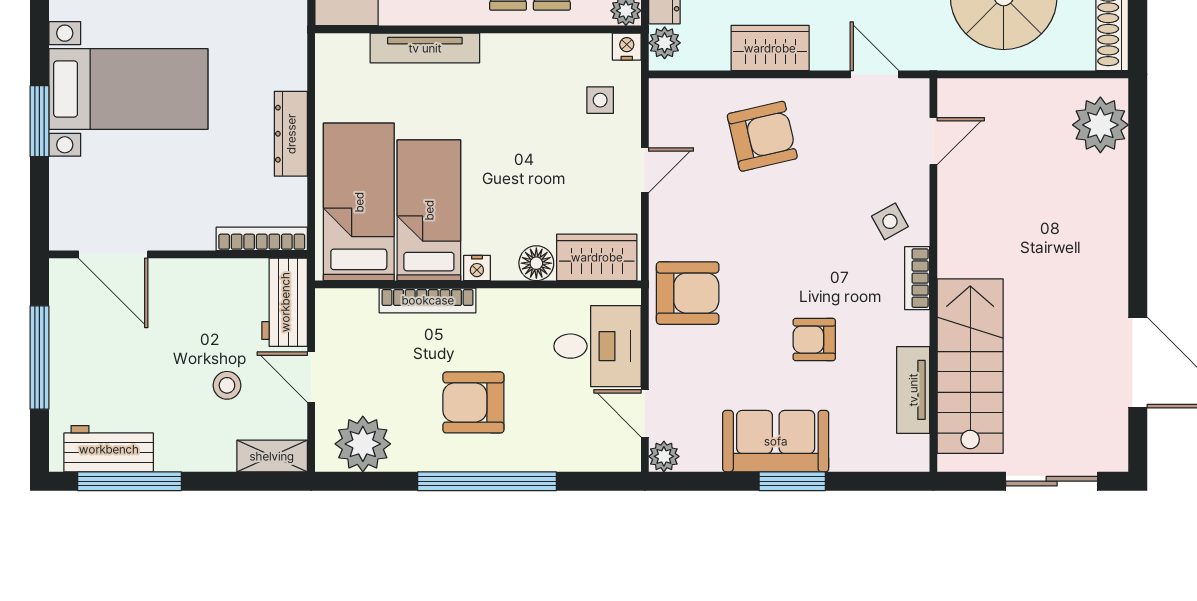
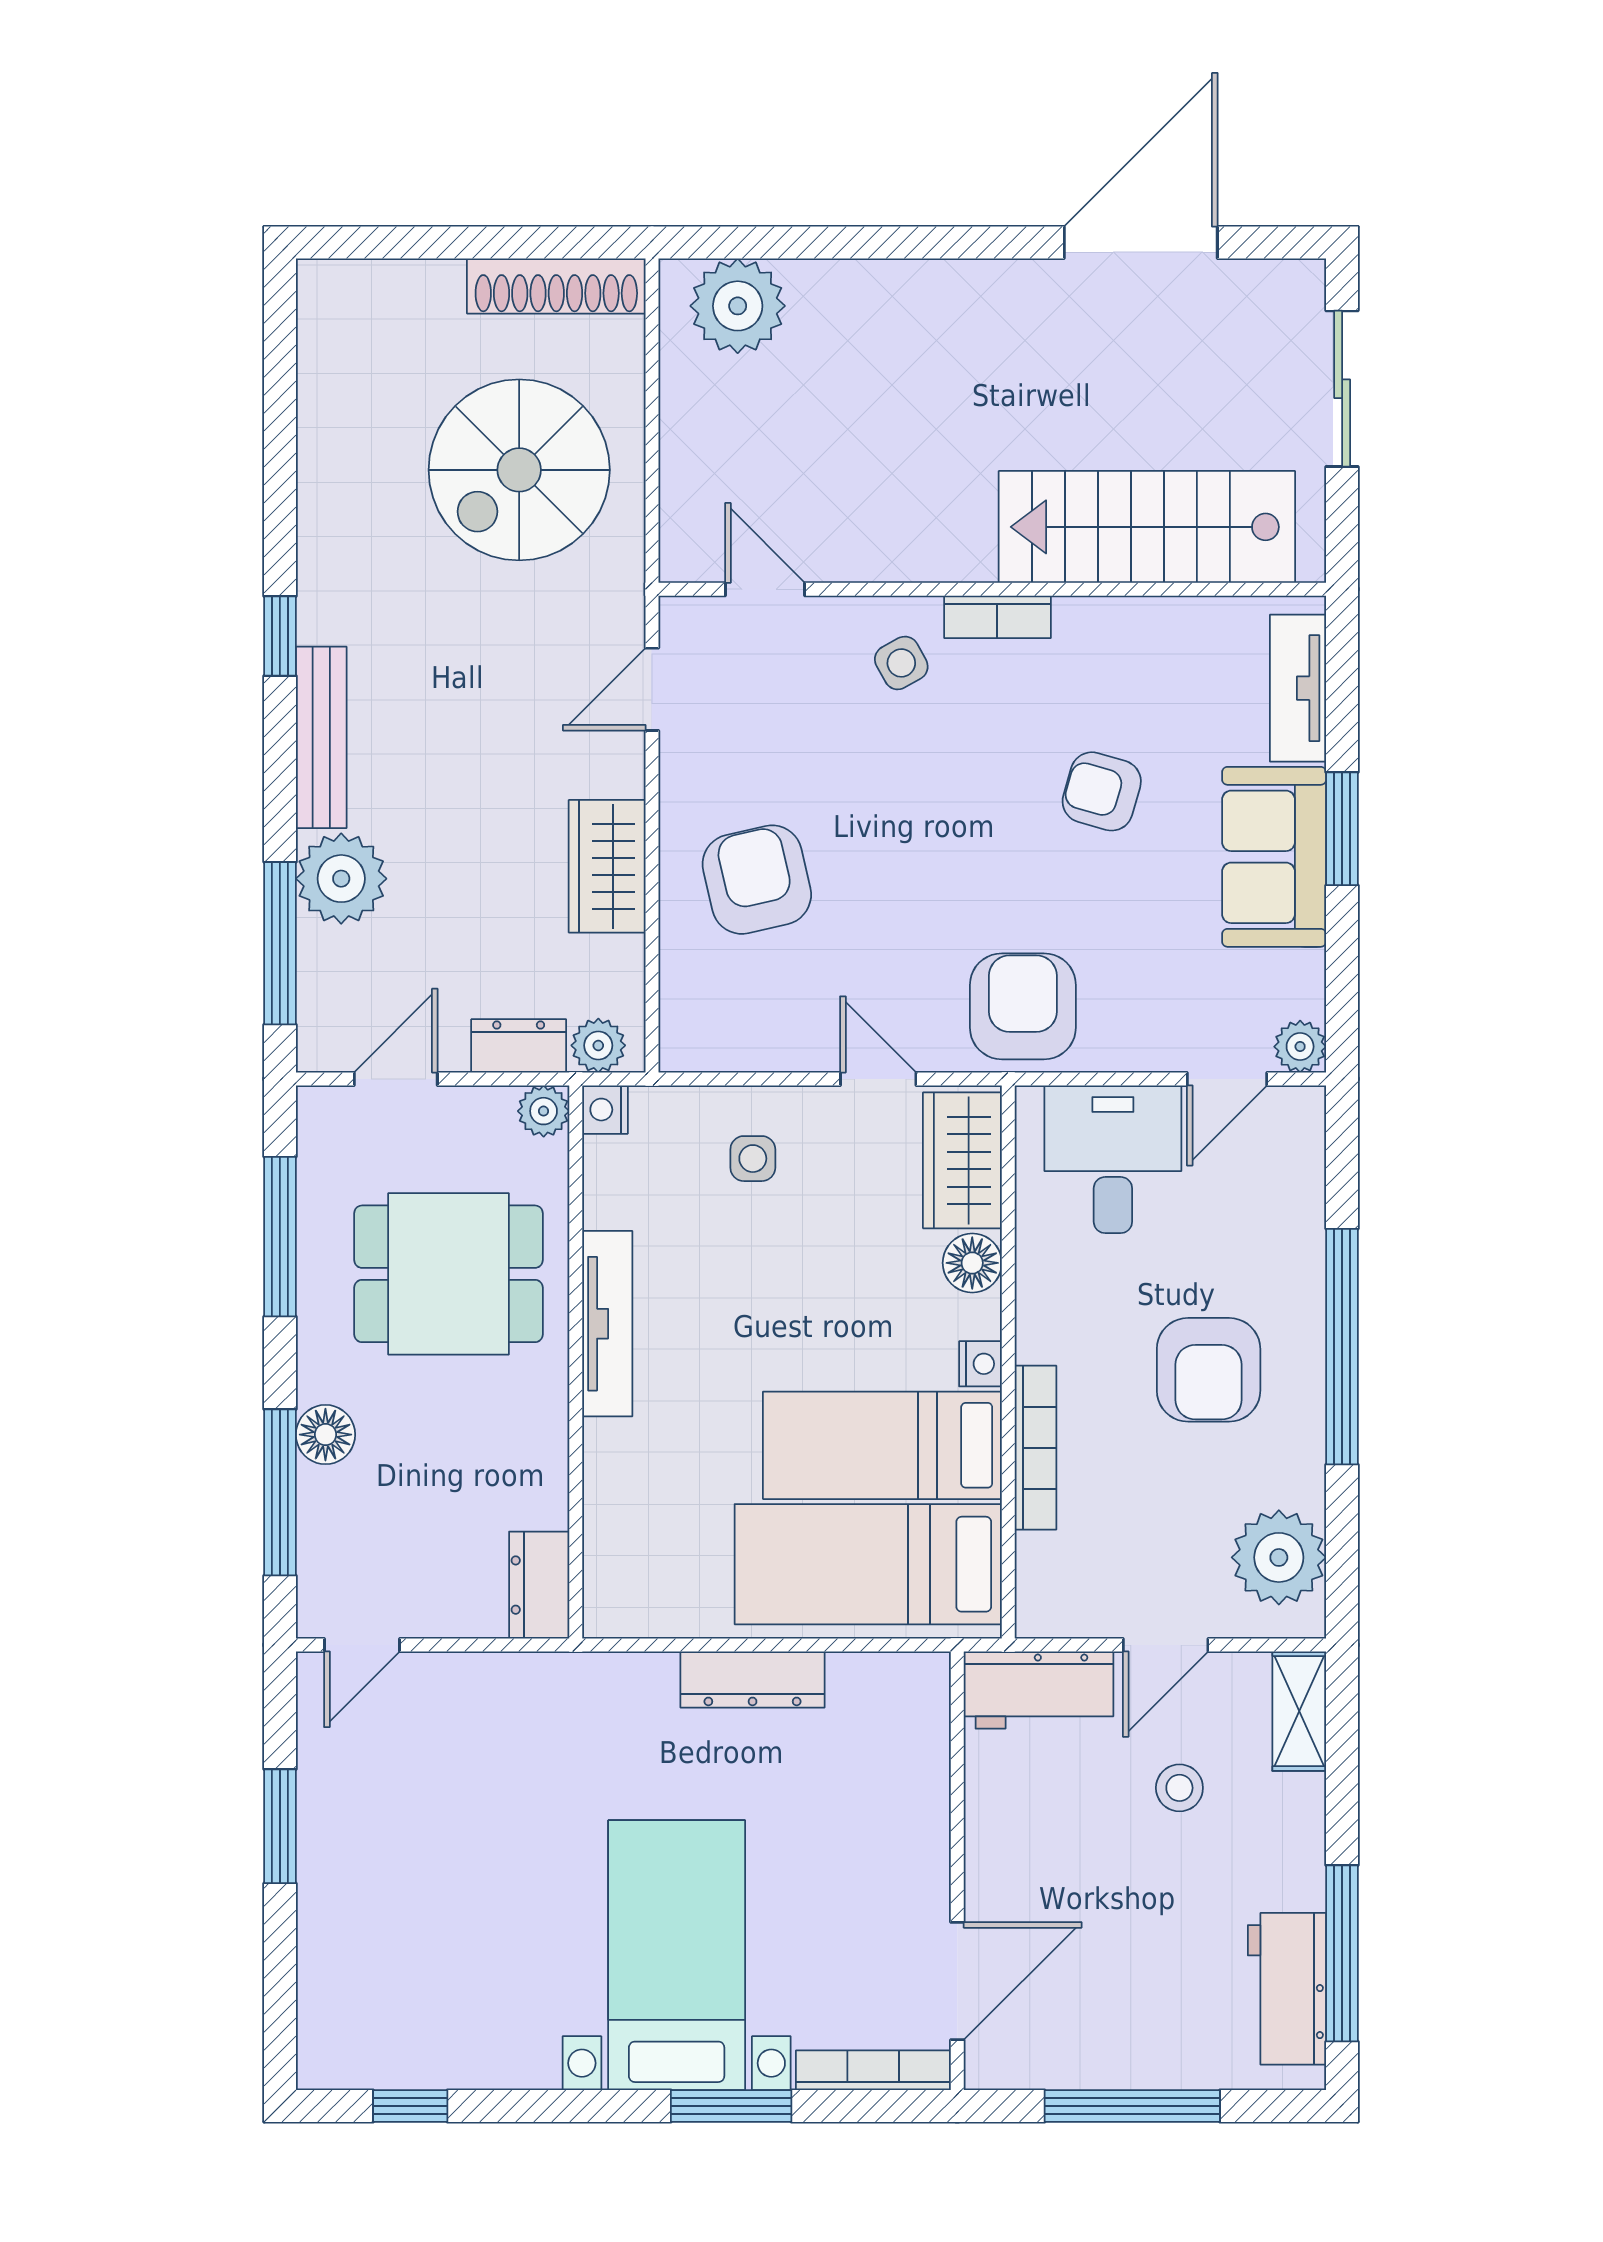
tv unit: (425, 48) -> (607, 1324), moved
side table: (600, 100) -> (753, 1159), moved
door: (645, 170) -> (878, 1079), moved
bookcase: (262, 239) -> (873, 2070), moved, turned 90
armchair: (814, 340) -> (1102, 791), turned 106
tv unit: (913, 390) -> (1298, 688), moved, turned 90

